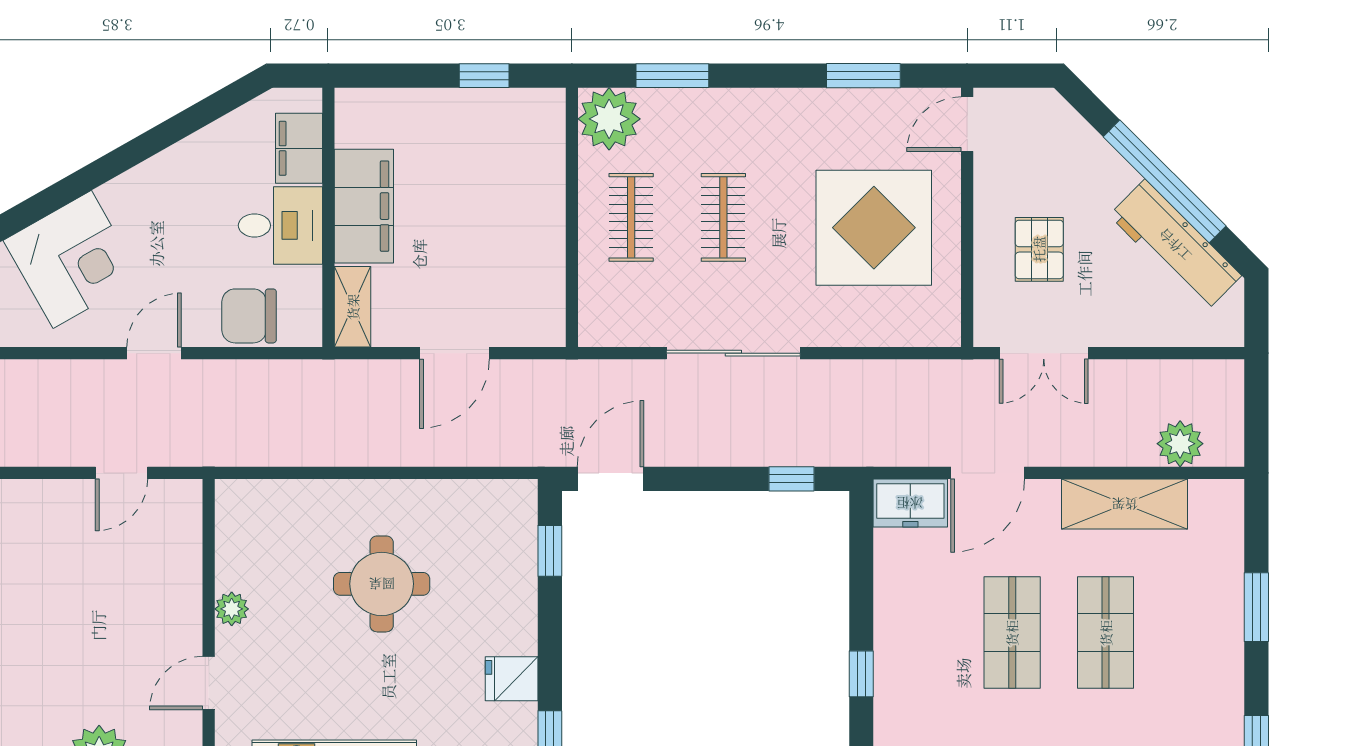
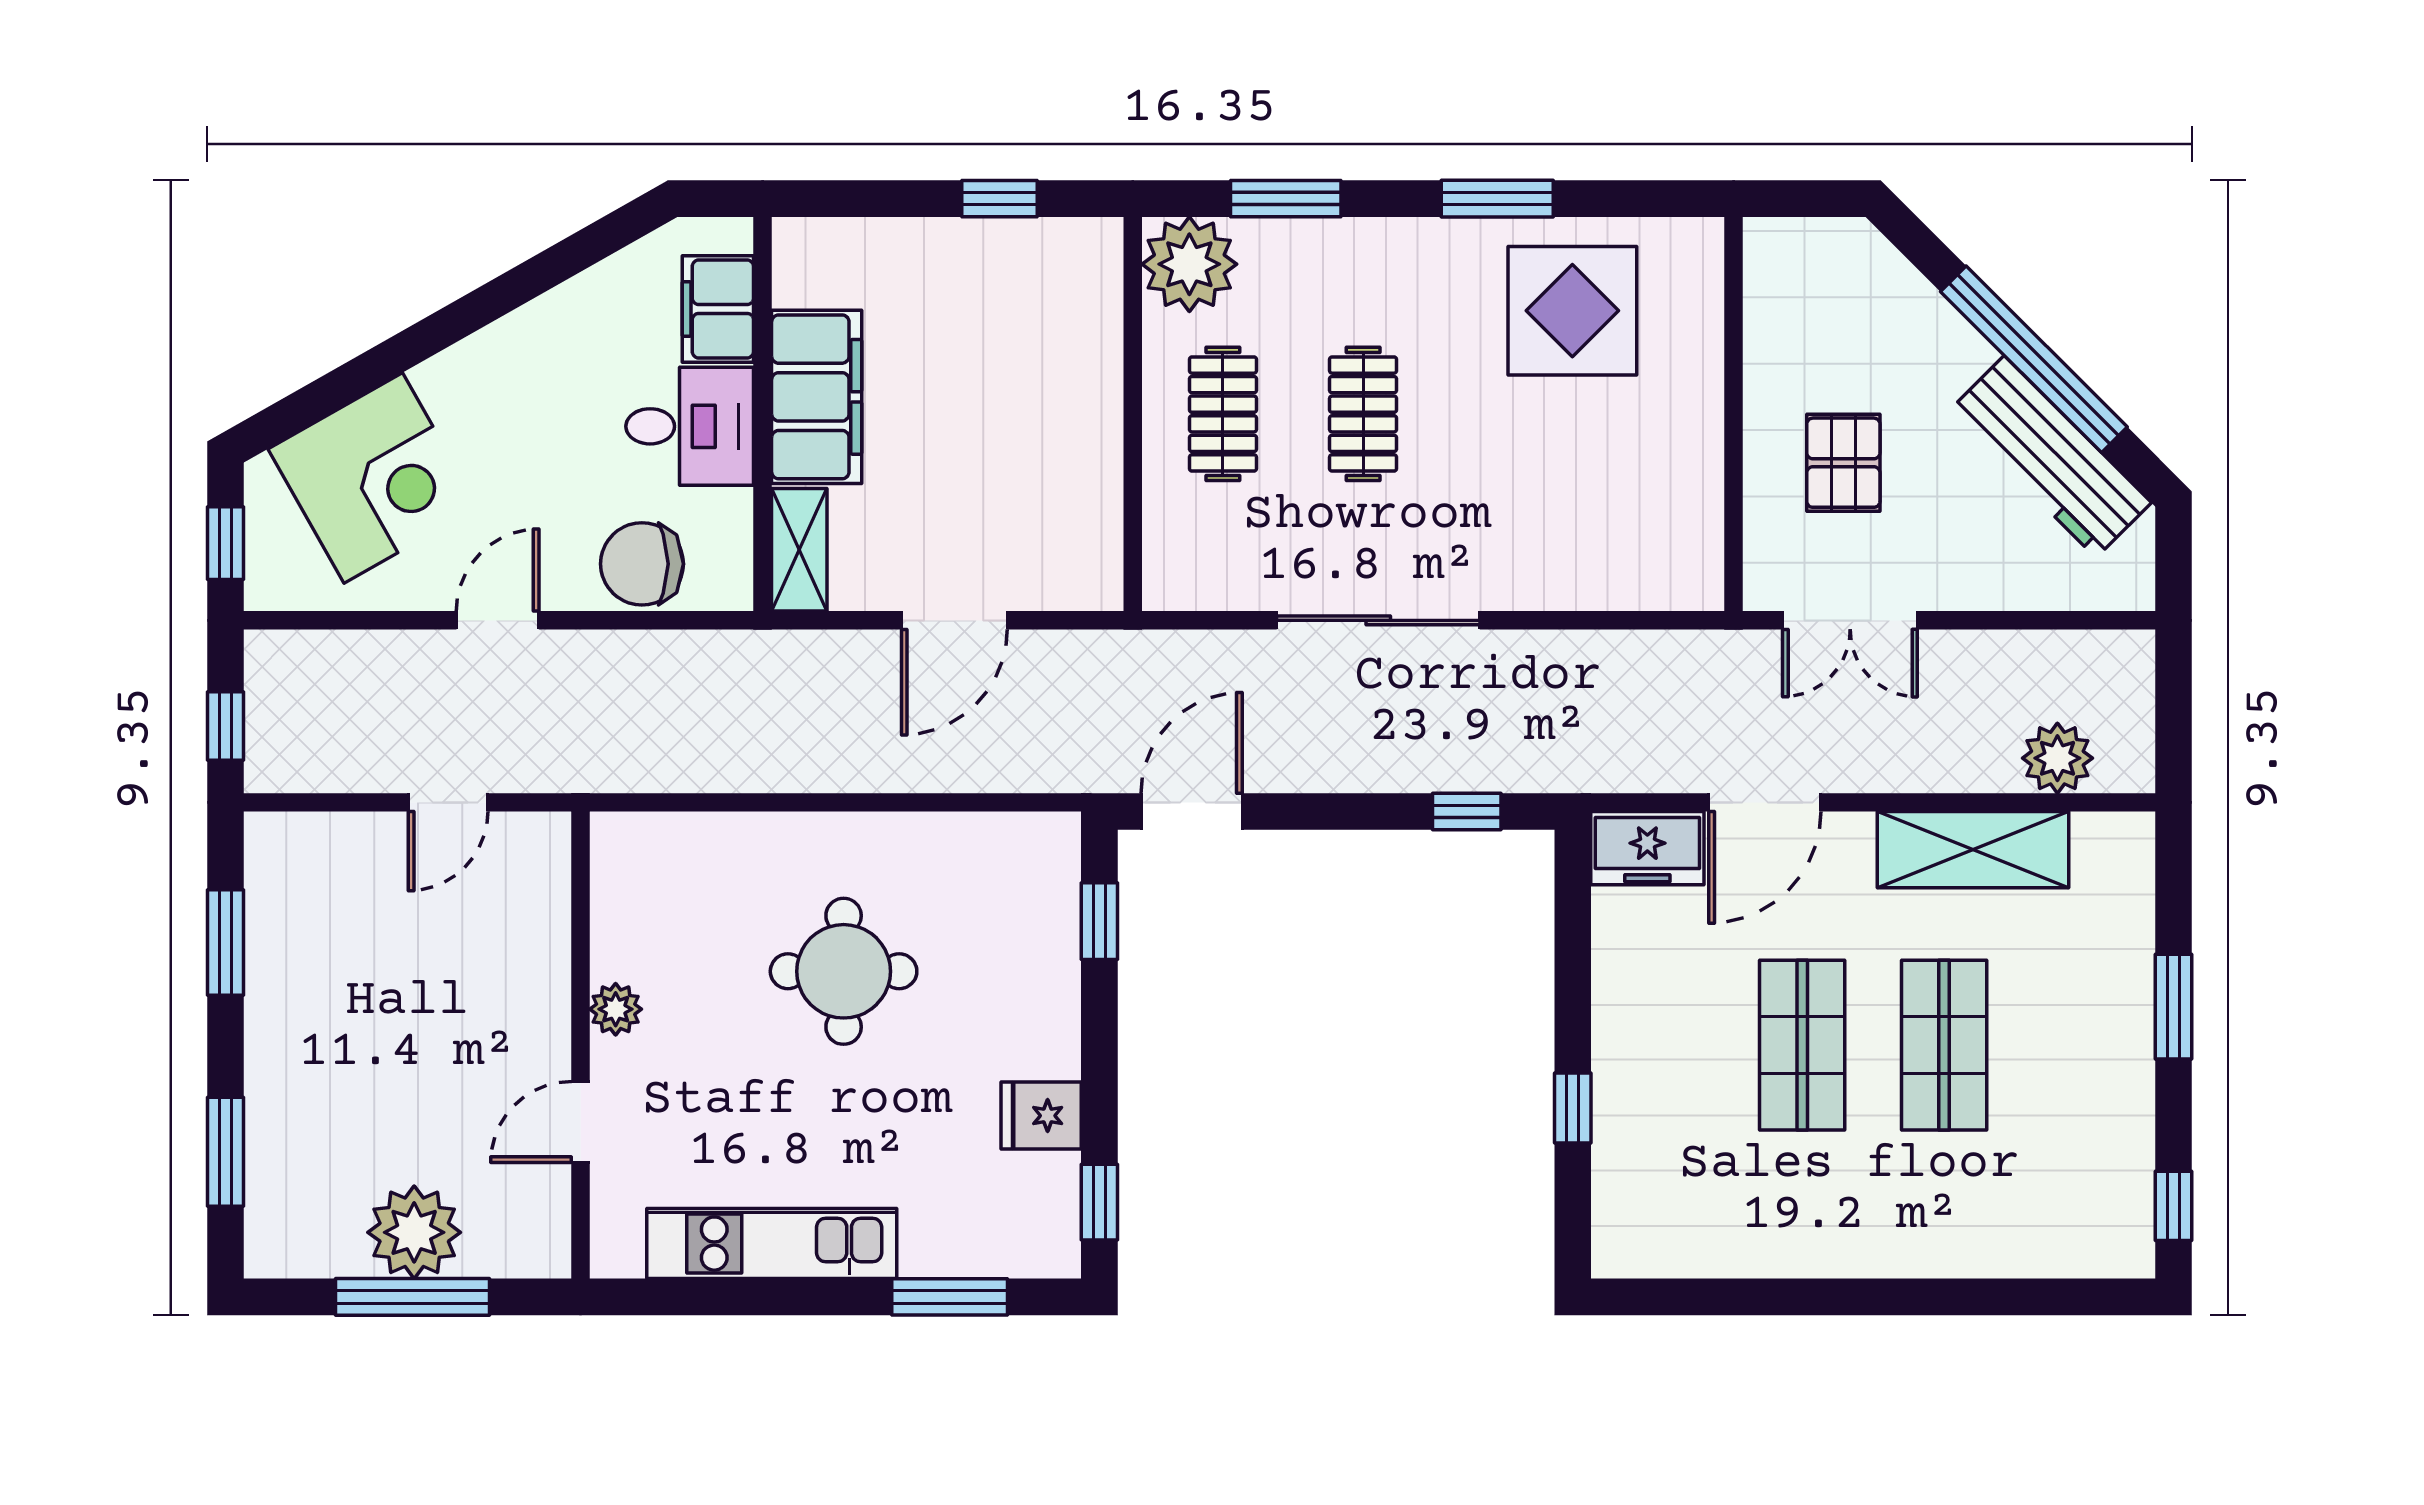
window: (863, 76) -> (1497, 199), moved
door: (967, 124) -> (1734, 272), removed
display table: (874, 228) -> (1572, 311), moved, width x0.73, depth x0.73

